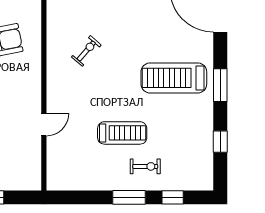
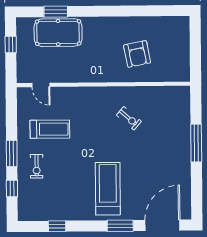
window: (220, 85) -> (120, 226), moved
door: (44, 125) -> (41, 85), moved
treadmill: (122, 133) -> (50, 129), moved, turned -90

